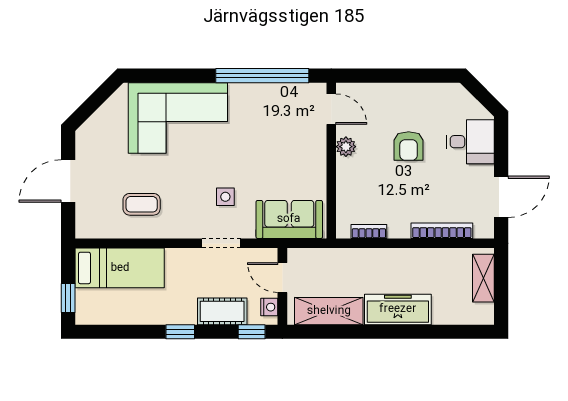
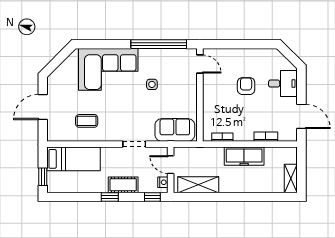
armchair: (409, 146) -> (246, 86), turned 180
plant: (346, 147) -> (209, 86), removed
side table: (225, 197) -> (152, 84), moved
door: (501, 197) -> (301, 116), hinge flipped
bookcase: (442, 231) -> (266, 137), width x0.64
shelving: (483, 278) -> (291, 179), moved
freezer: (398, 309) -> (244, 156), moved, turned 180
cot: (222, 311) -> (123, 185), moved

